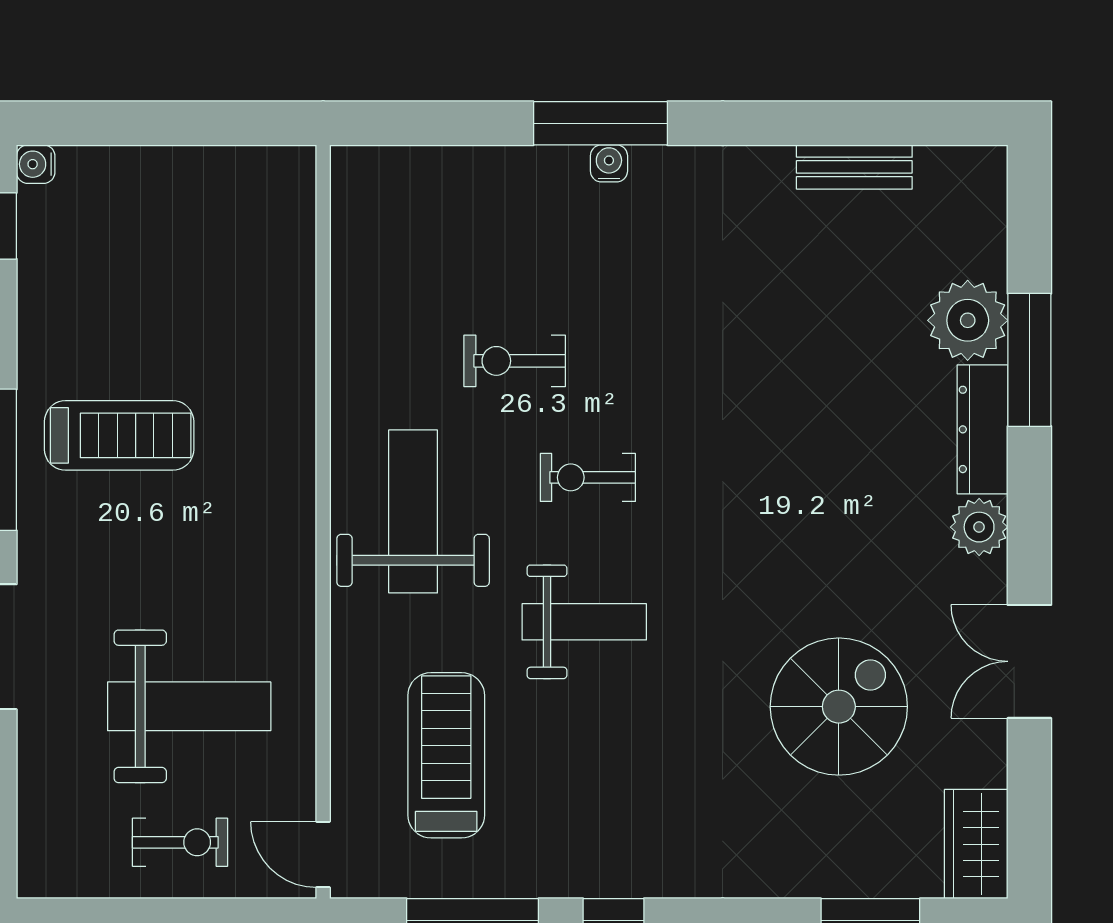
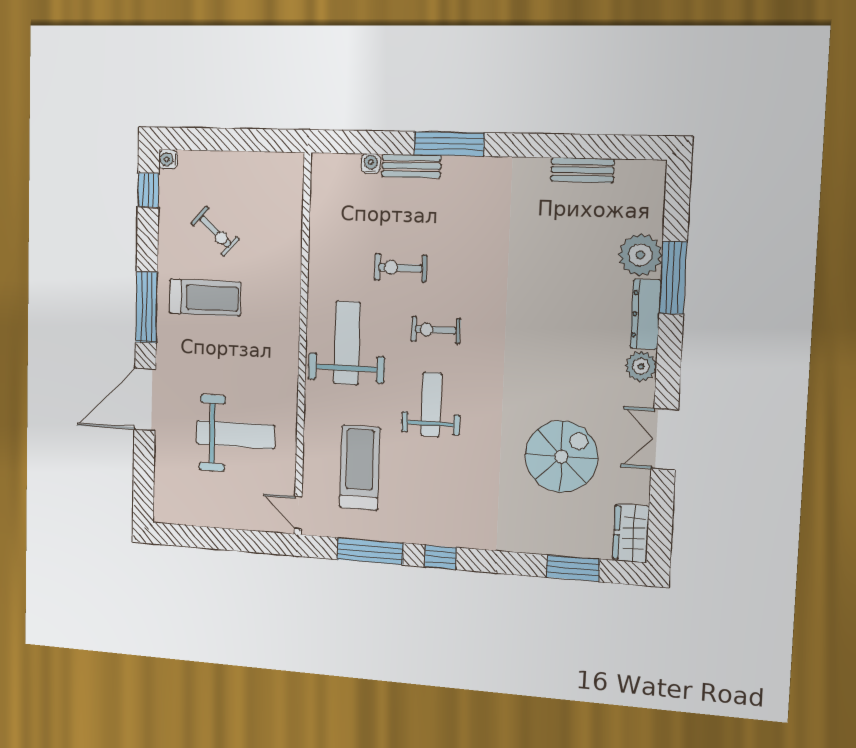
water cooler: (609, 163) -> (371, 164), moved
bench: (529, 167) -> (411, 166), added
weight bench: (584, 622) -> (431, 404), turned -90
exercise bike: (180, 842) -> (215, 231), moved, turned 42

